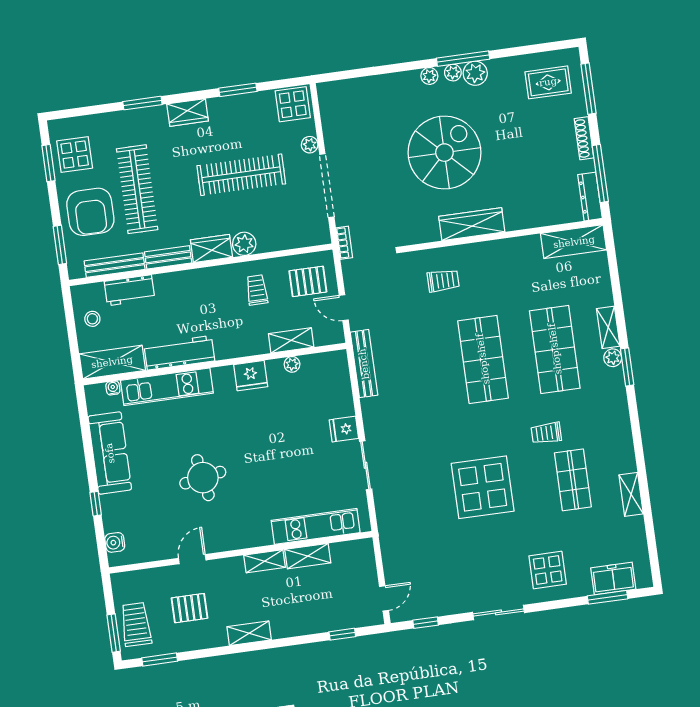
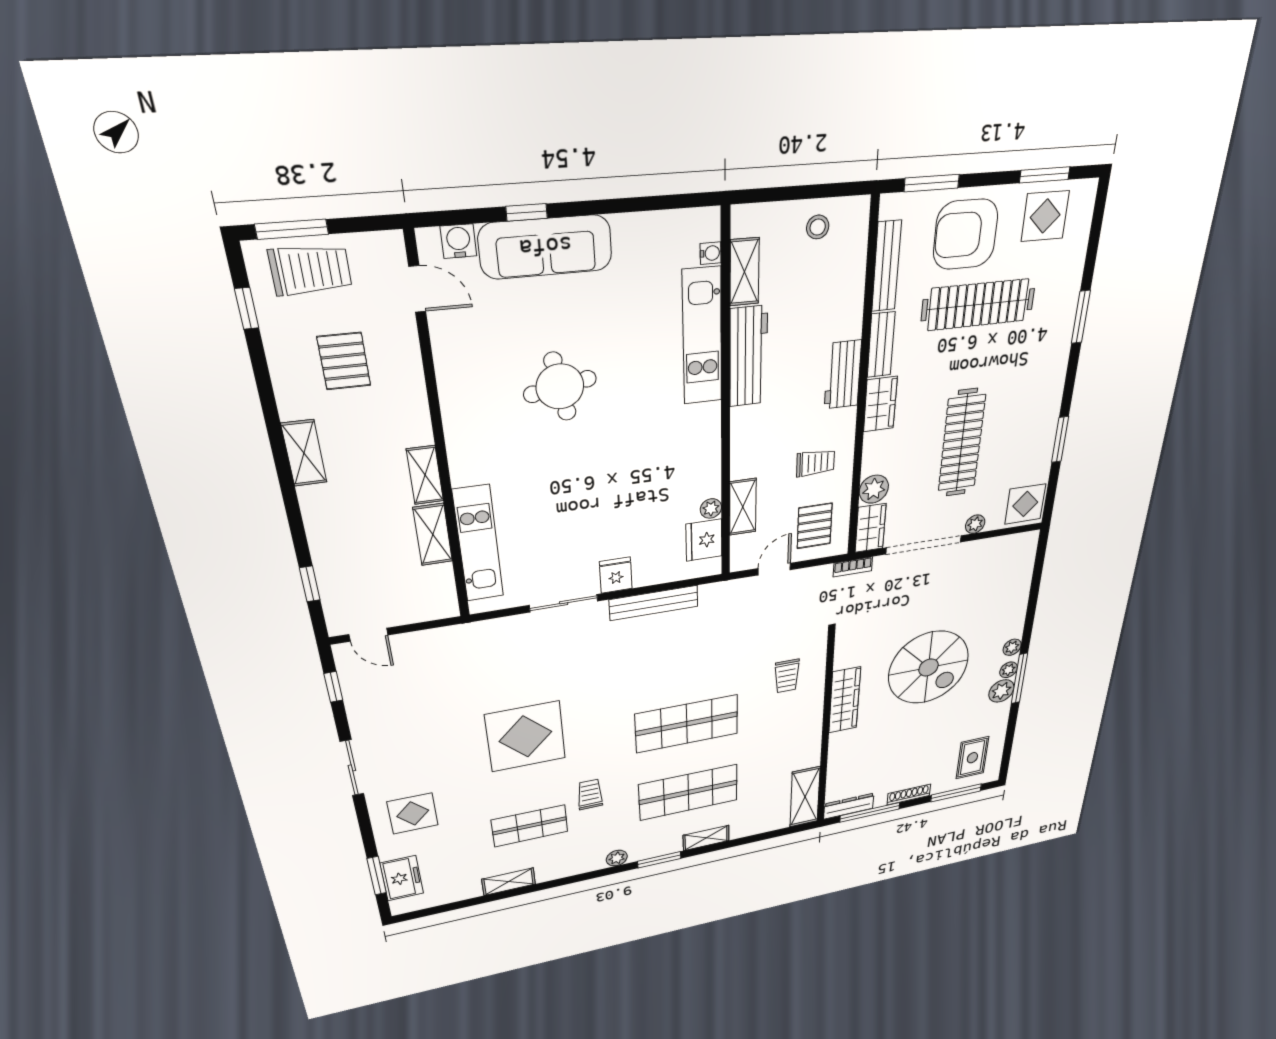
wardrobe: (188, 112) -> (871, 528), moved, turned 180
plant: (244, 244) -> (874, 489), moved
workbench: (129, 290) -> (843, 375), moved
plant: (613, 358) -> (617, 858), moved
shelving: (112, 362) -> (745, 272), width x0.67, depth x0.75
bench: (364, 364) -> (654, 603), moved
fridge: (251, 376) -> (704, 540), moved
sofa: (110, 453) -> (546, 247), moved
door: (192, 559) -> (417, 289), moved
window: (160, 660) -> (247, 308), width x0.67

